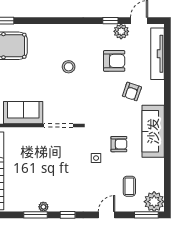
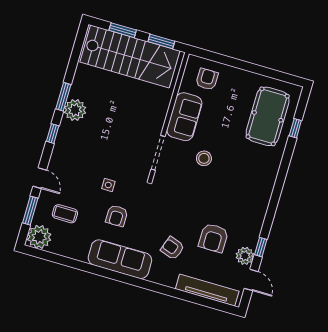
stool: (69, 67) -> (204, 158), moved
plant: (43, 207) -> (75, 110), width x1.88, depth x1.88
window: (146, 215) -> (30, 211), moved

